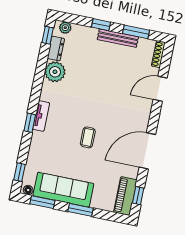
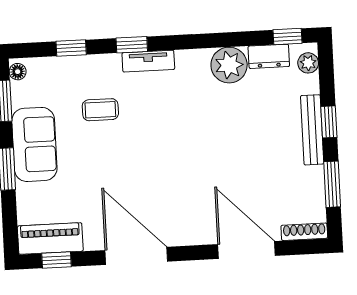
bench: (118, 38) -> (312, 130), moved
door: (160, 89) -> (247, 250), width x1.36
coffee table: (88, 137) -> (100, 110), moved
window: (20, 172) -> (71, 48), moved
sofa: (63, 190) -> (34, 144), width x0.73

